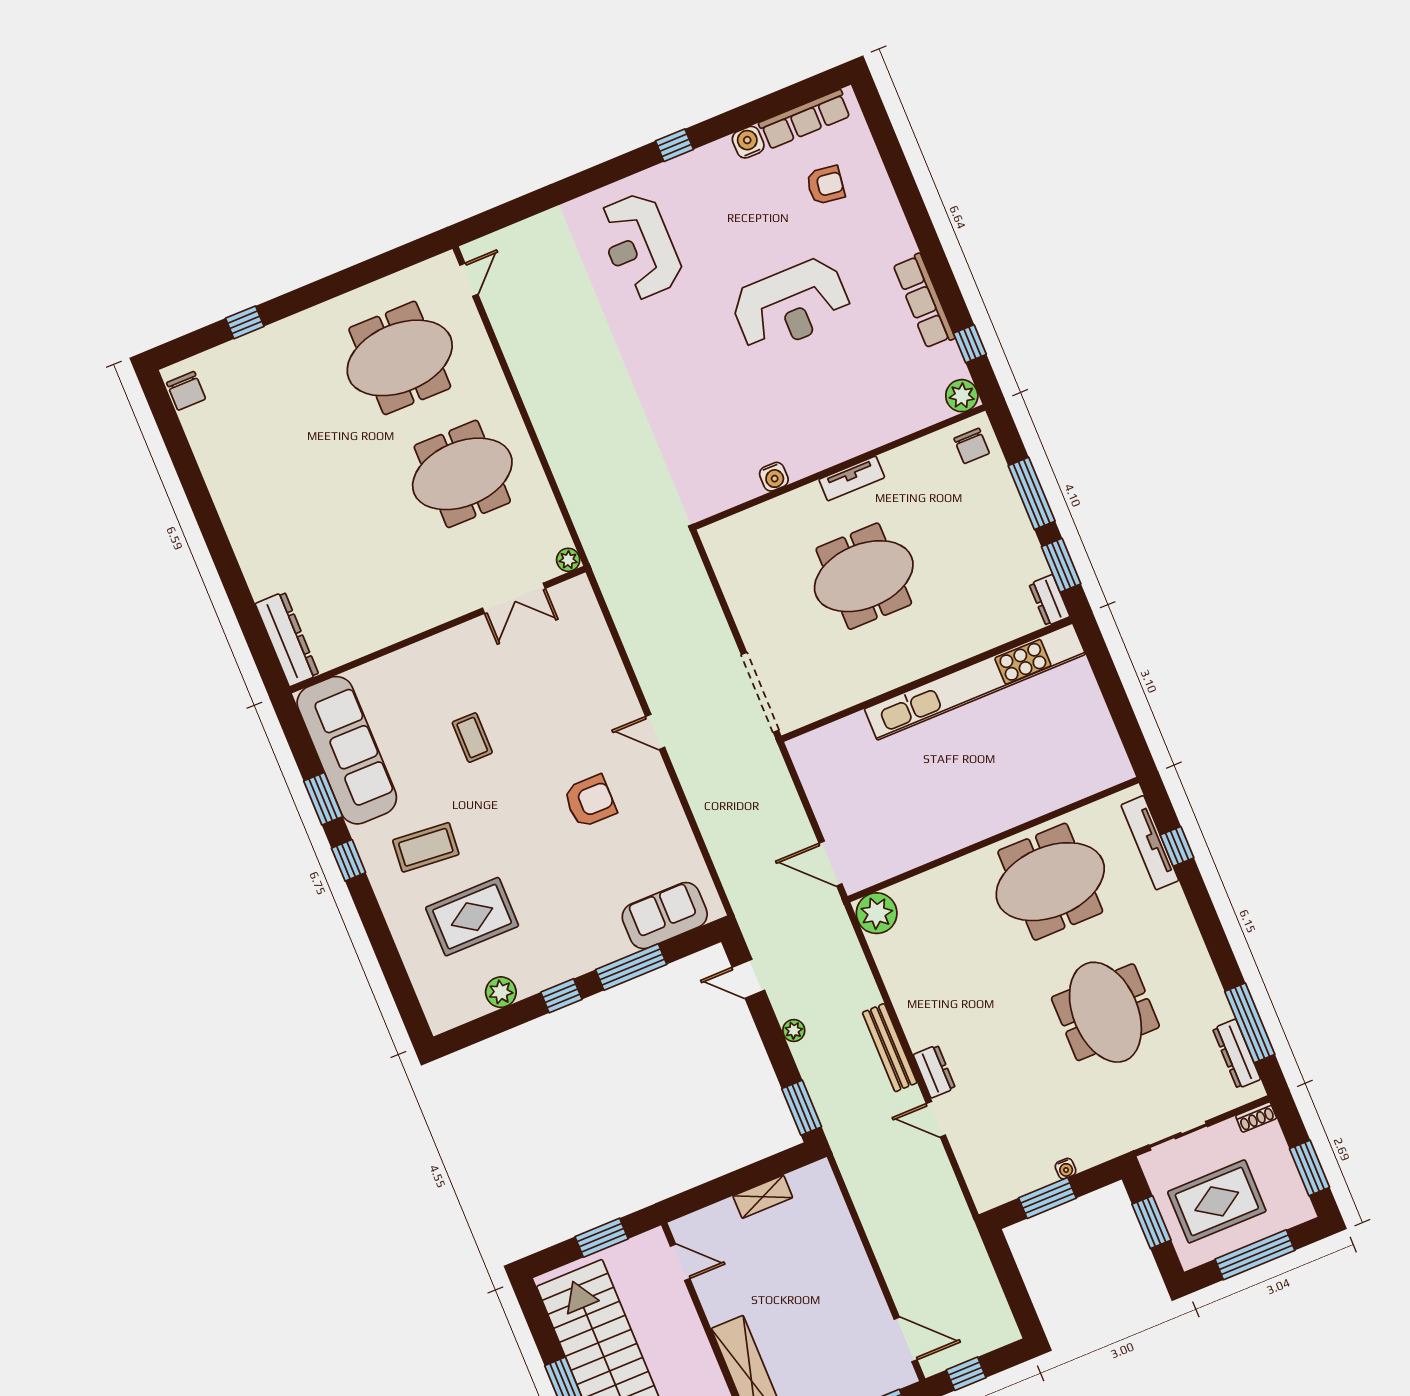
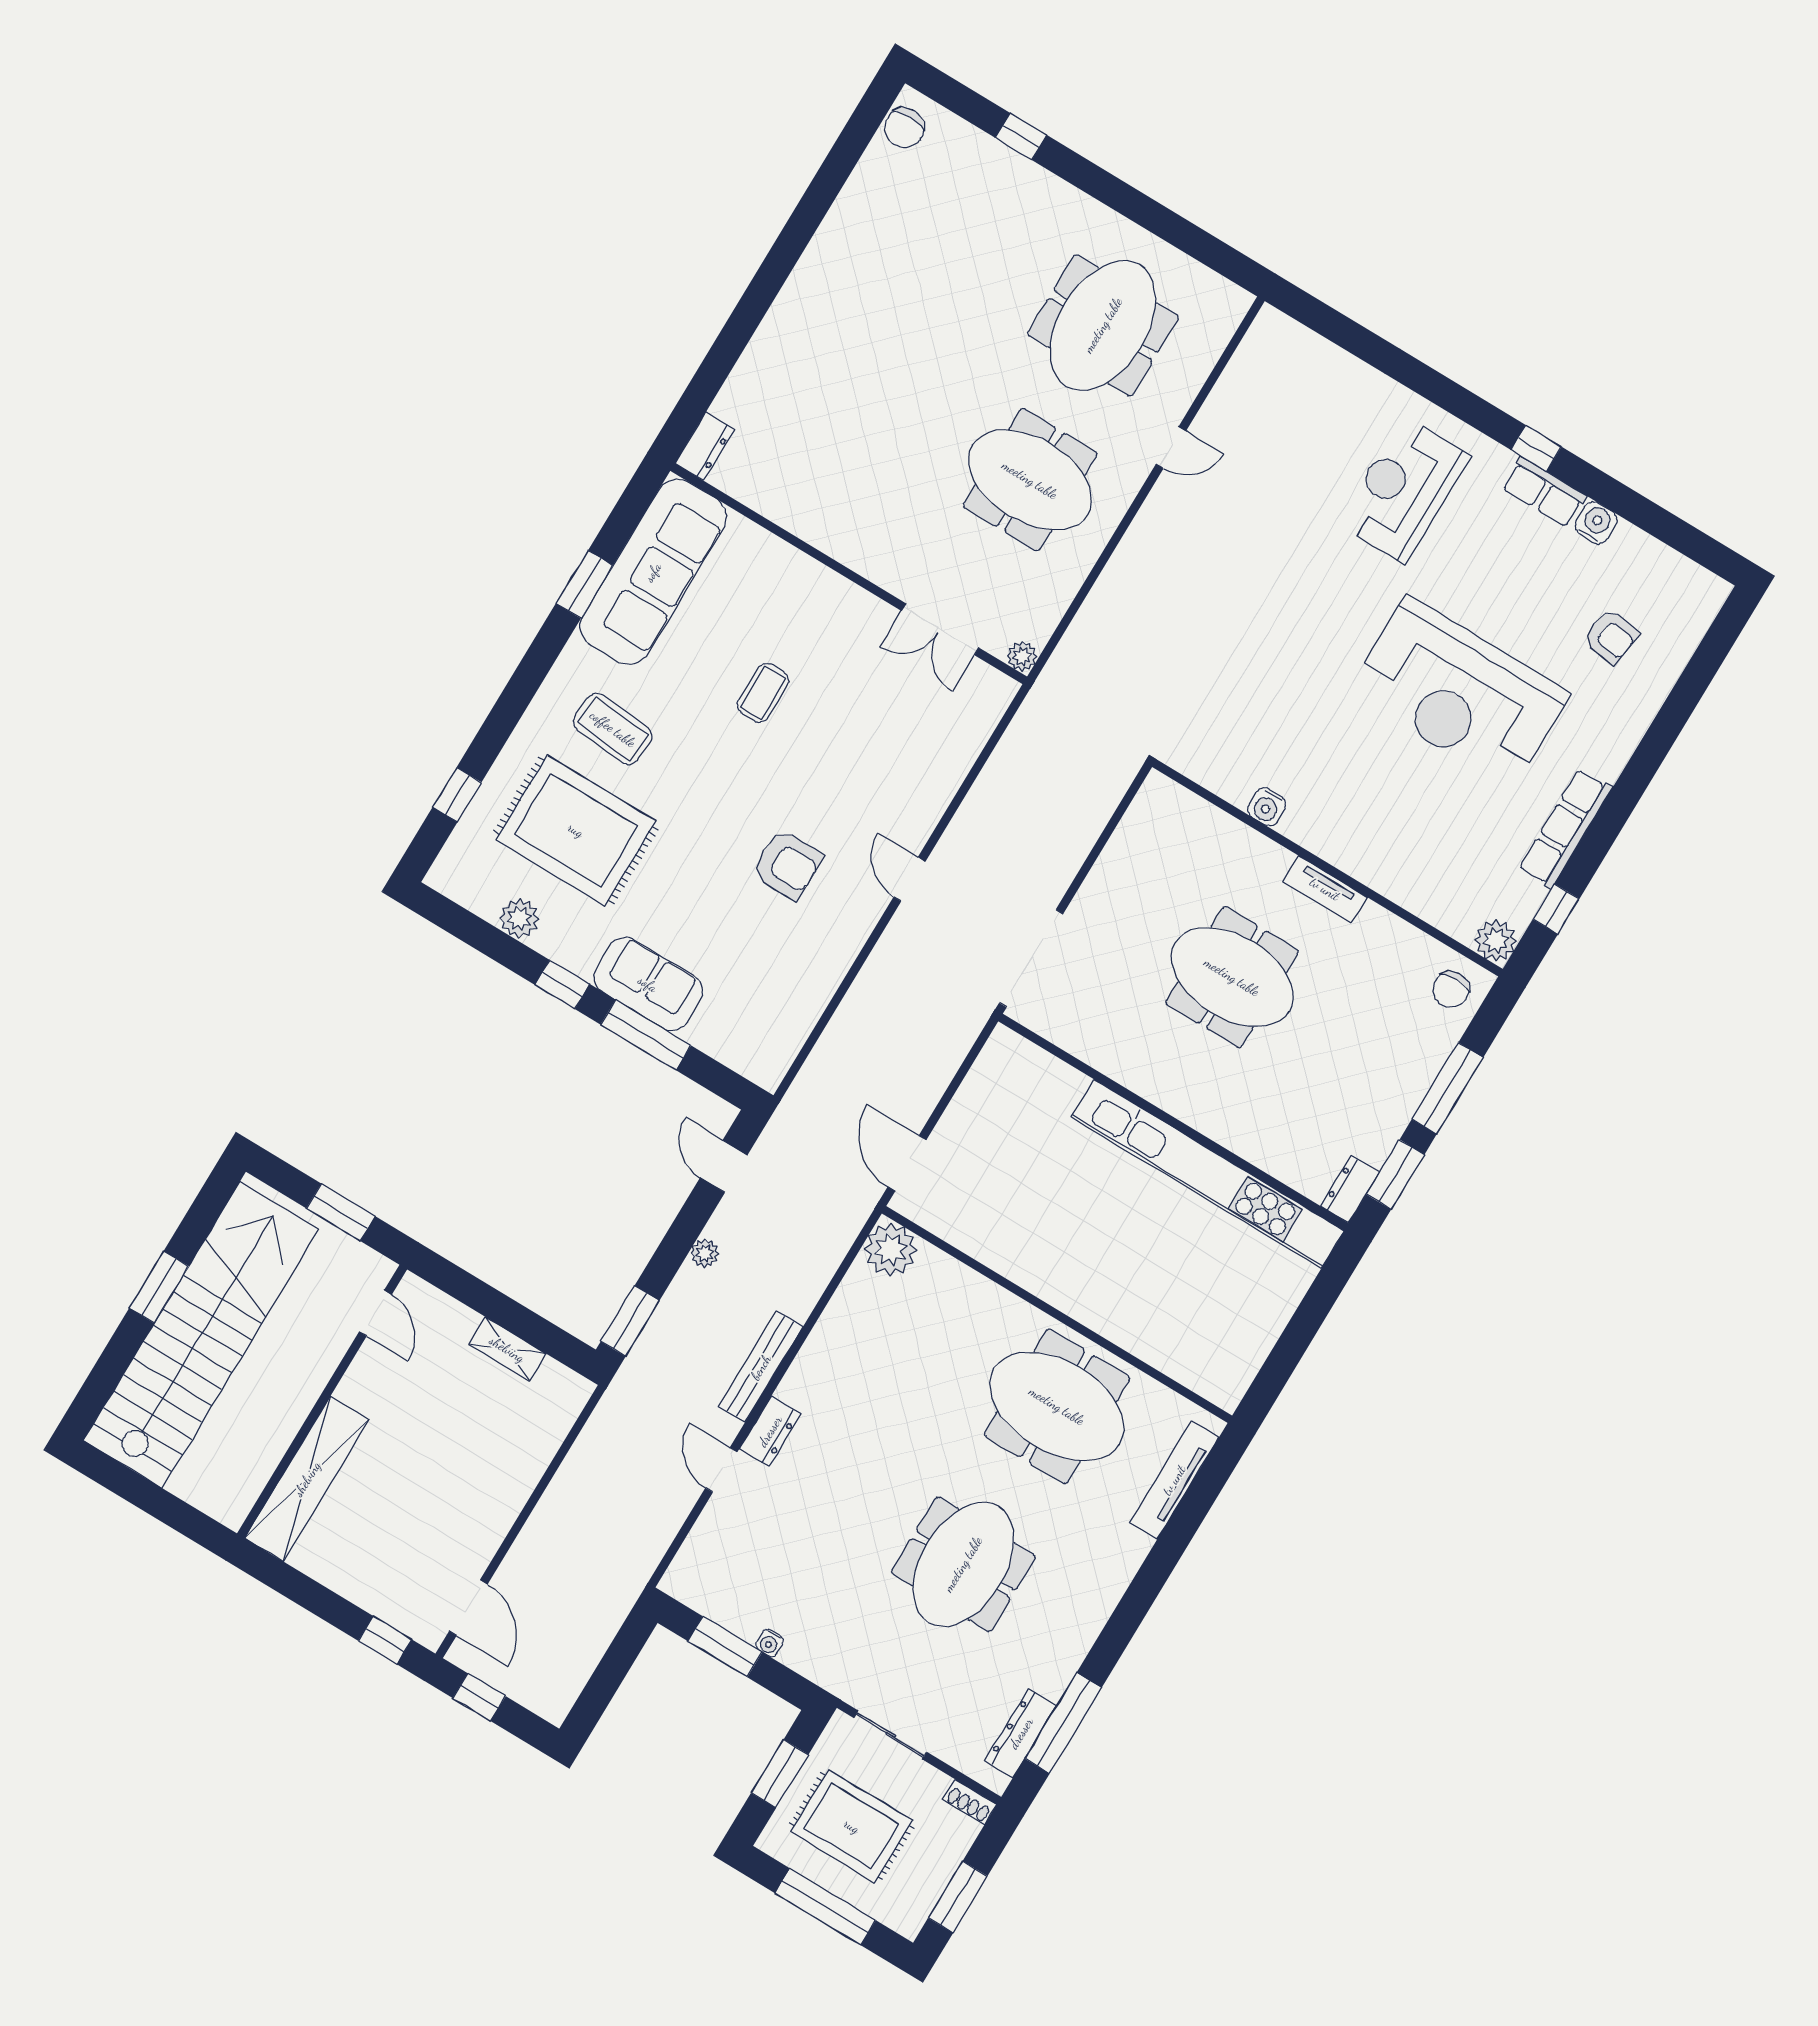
row of seats: (805, 119) -> (1544, 492), moved, width x0.68
door: (469, 280) -> (1171, 448), moved
reception desk: (791, 305) -> (1459, 693), width x1.36, depth x1.30
meeting table: (400, 358) -> (1103, 325), turned 90
dresser: (287, 639) -> (705, 447), width x0.51, depth x0.80
window: (1177, 846) -> (1191, 1511), removed
window: (349, 860) -> (457, 795), moved
sofa: (665, 916) -> (648, 984), moved
rug: (472, 917) -> (576, 830), width x1.37, depth x1.44

